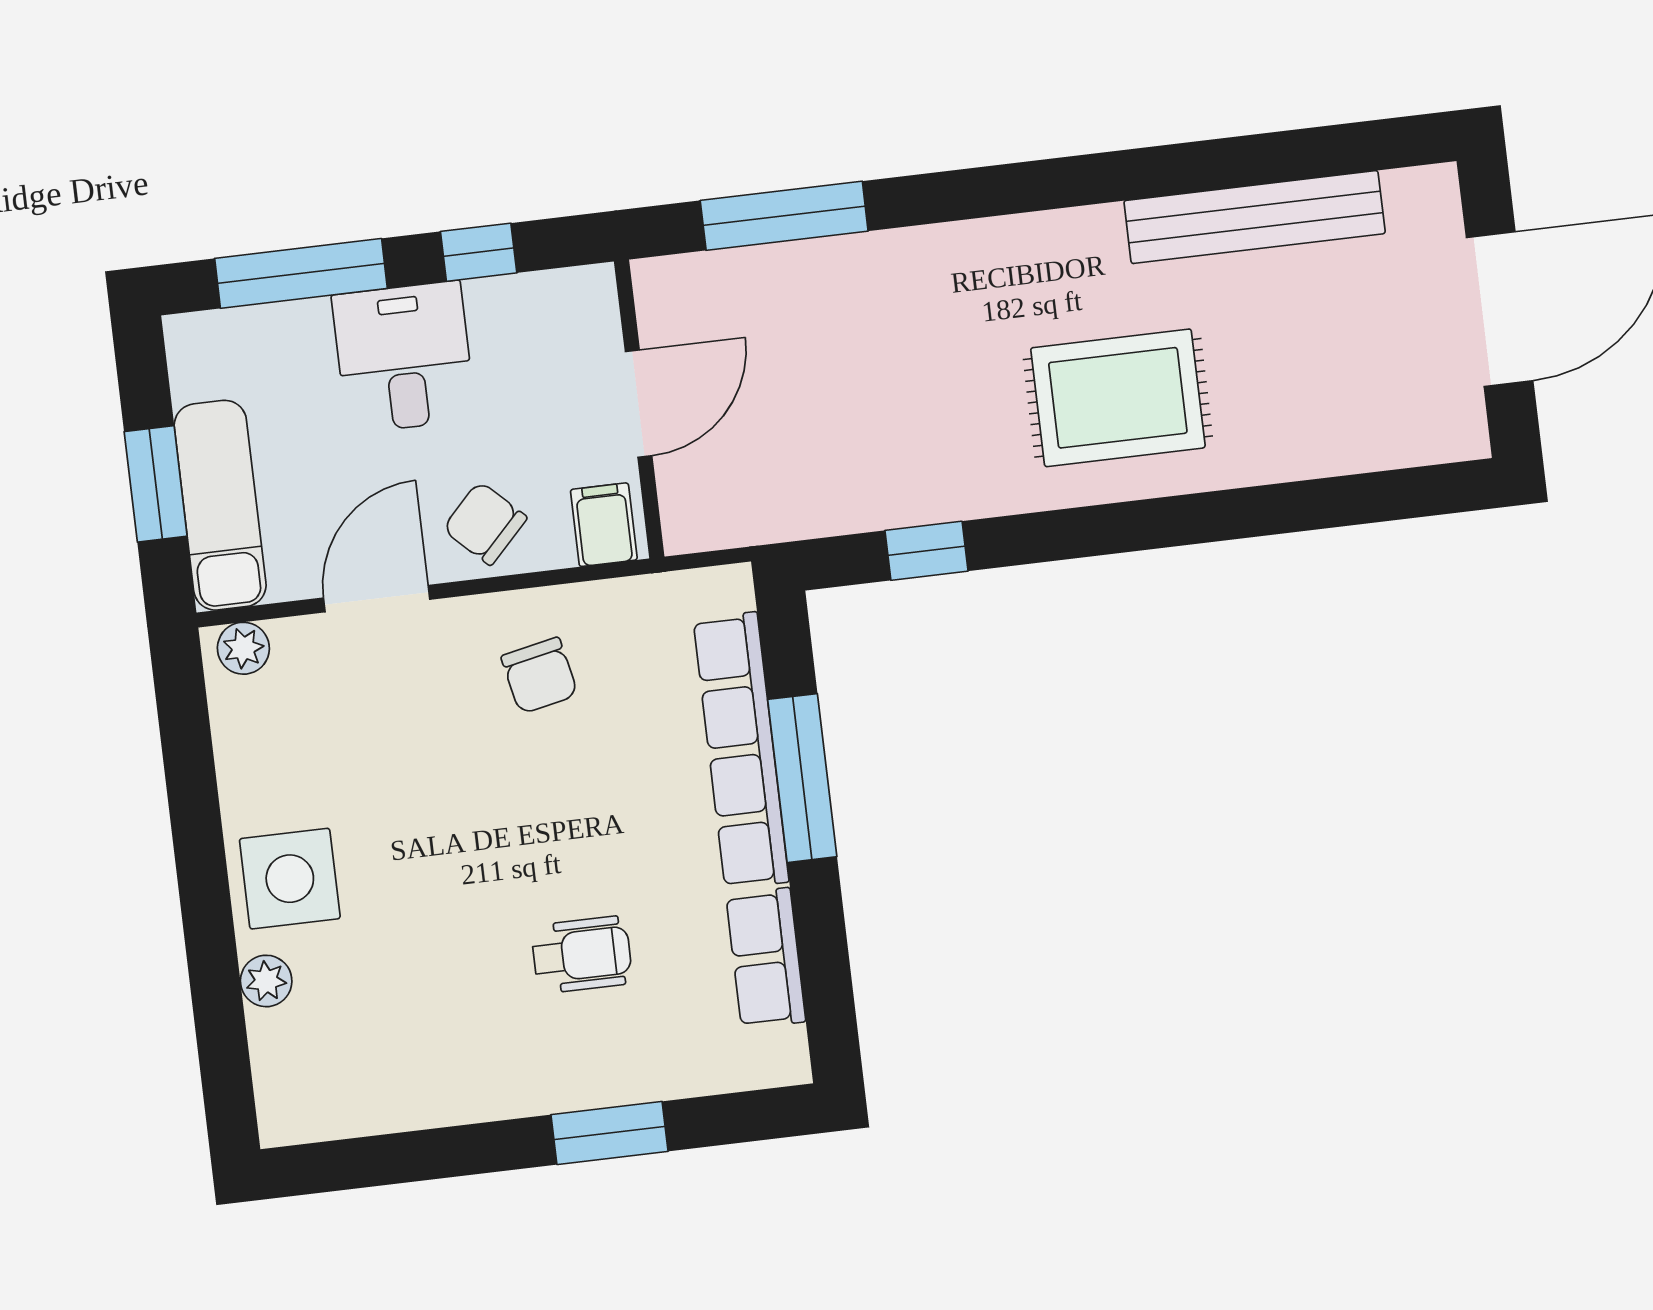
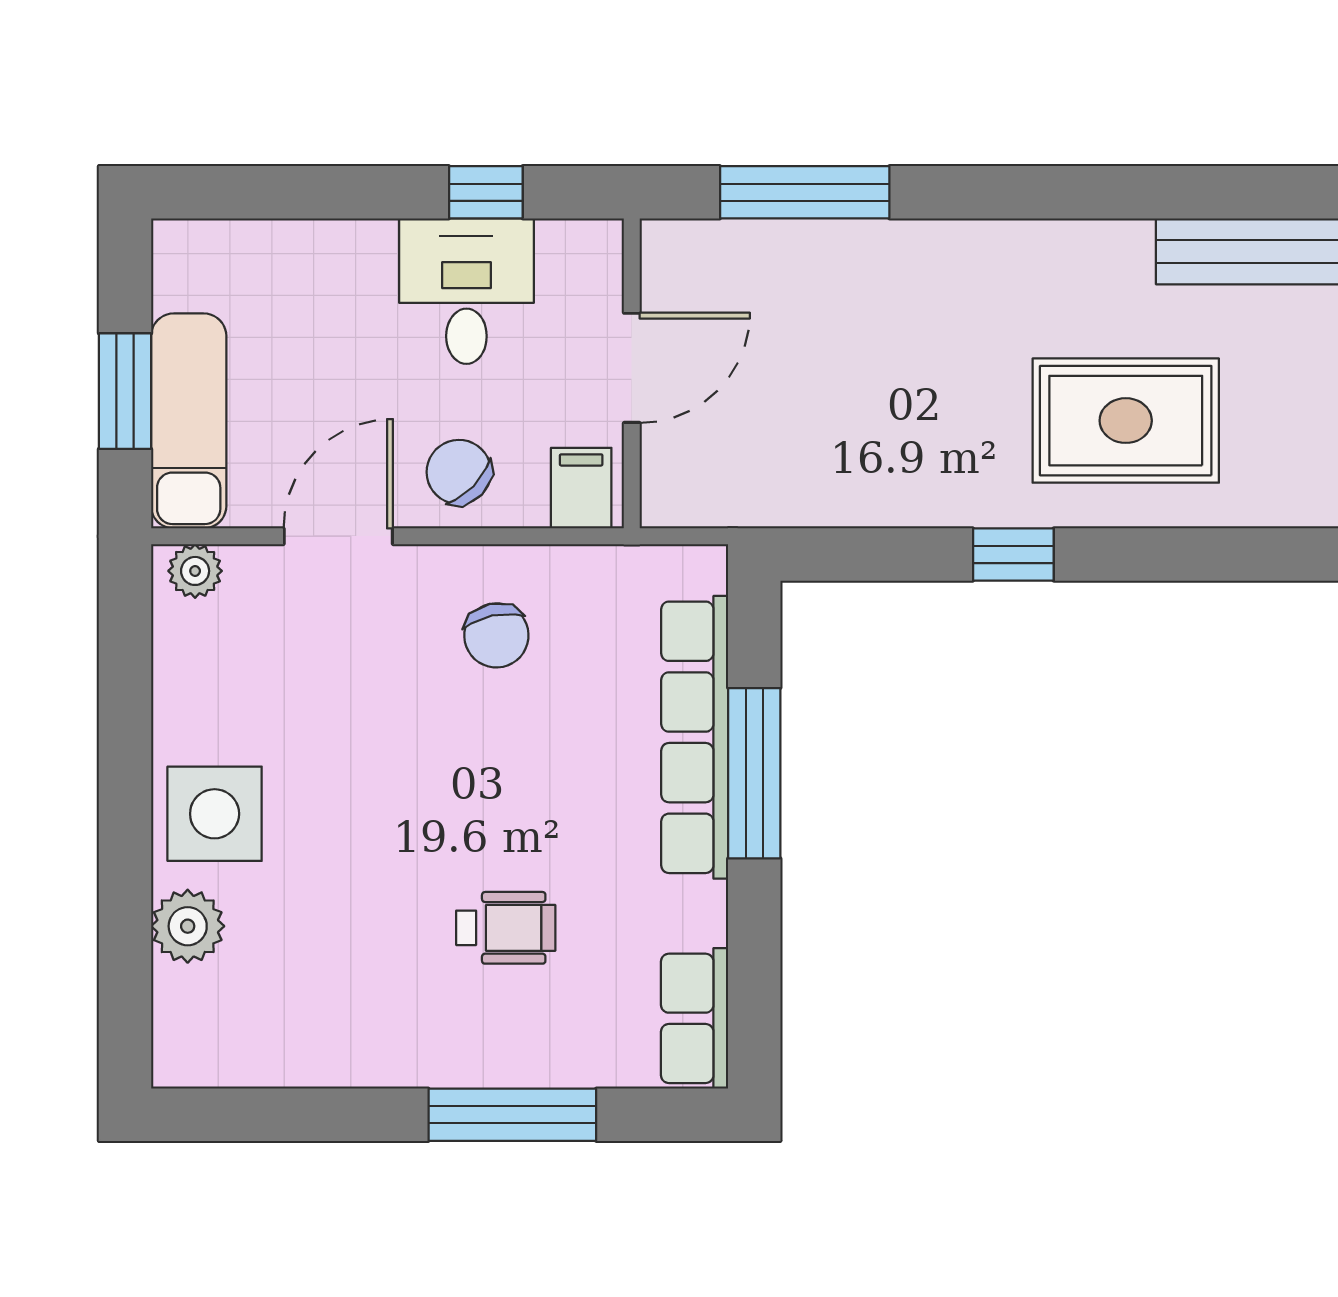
window: (301, 273) -> (300, 192), removed
desk: (404, 357) -> (466, 291), moved
window: (926, 551) -> (1013, 554), moved
row of seats: (766, 958) -> (695, 1018), moved
plant: (266, 981) -> (188, 926), width x1.38, depth x1.38
window: (610, 1133) -> (512, 1115), width x1.44

